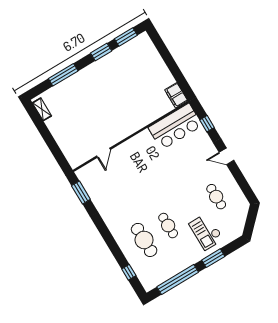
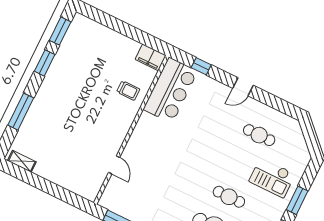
trolley: (146, 108) -> (128, 90), added

